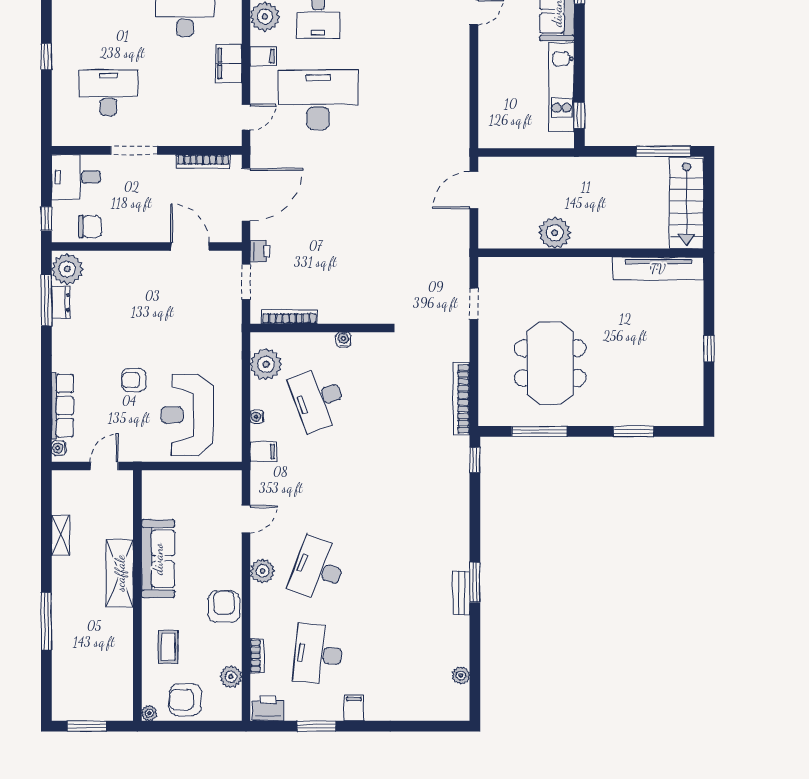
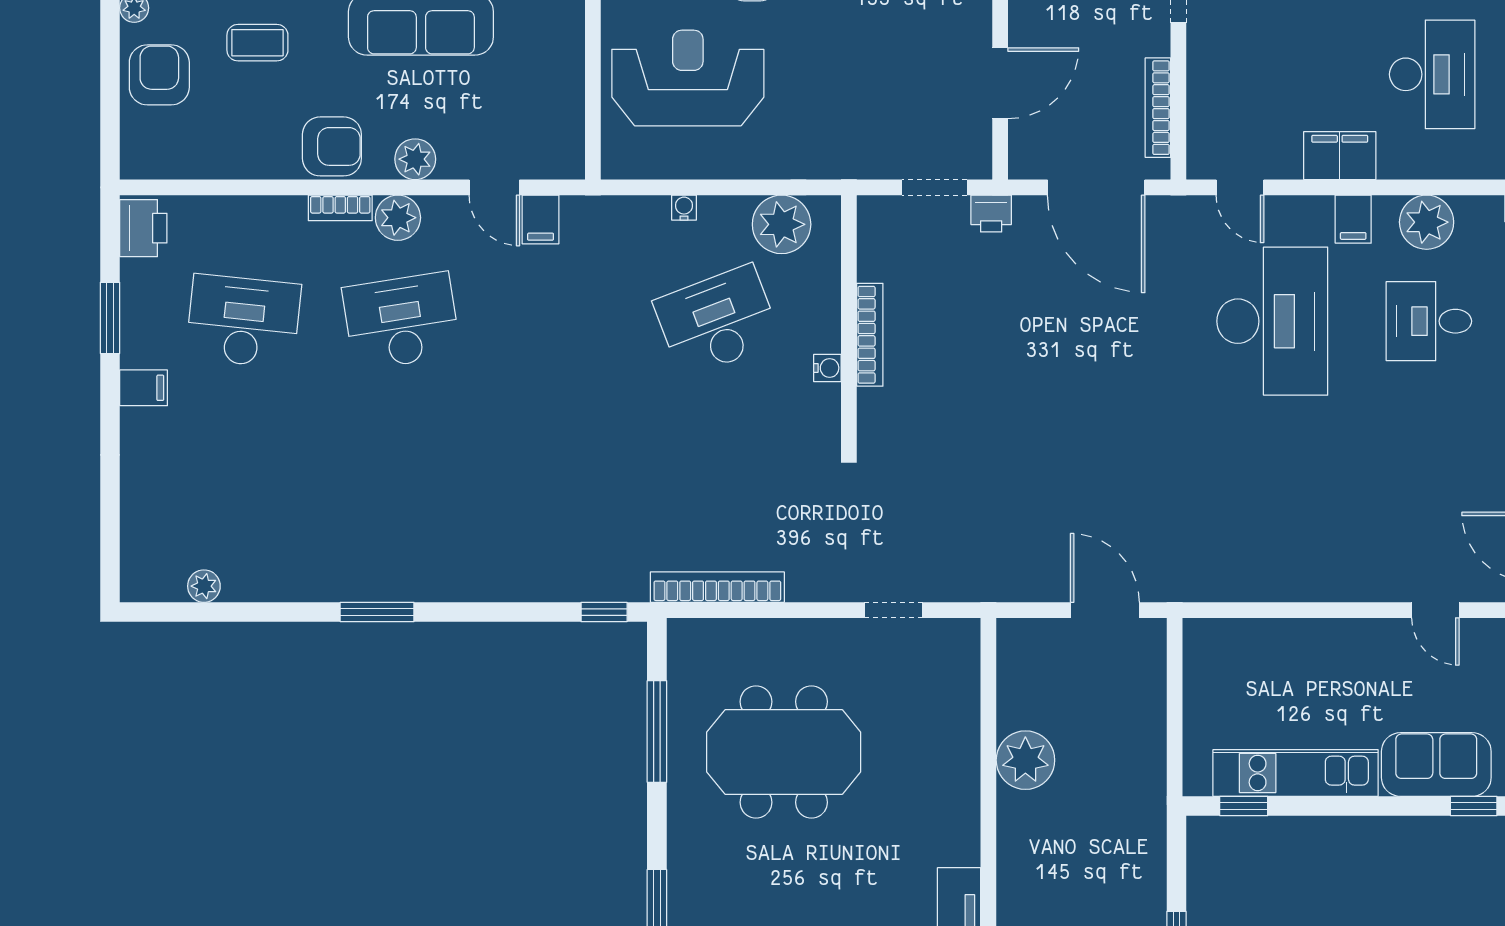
bookcase: (289, 317) -> (870, 335), moved
filing cabinet: (263, 452) -> (541, 220), moved
desk: (318, 569) -> (401, 321), turned -30
bench: (461, 593) -> (357, 587), removed
bookcase: (257, 656) -> (340, 208), moved
plant: (231, 677) -> (415, 159), moved

